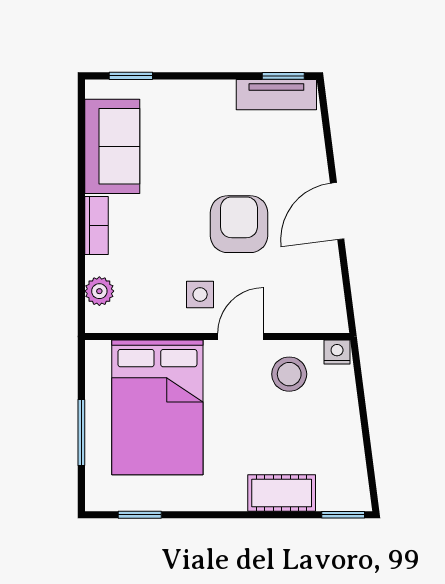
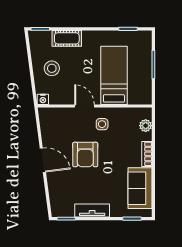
tv unit: (276, 95) -> (92, 211), moved
door: (337, 211) -> (43, 160), hinge flipped
door: (241, 337) -> (84, 106), swing flipped
stool: (289, 374) -> (52, 68), moved
bed: (157, 407) -> (114, 75), width x0.67

